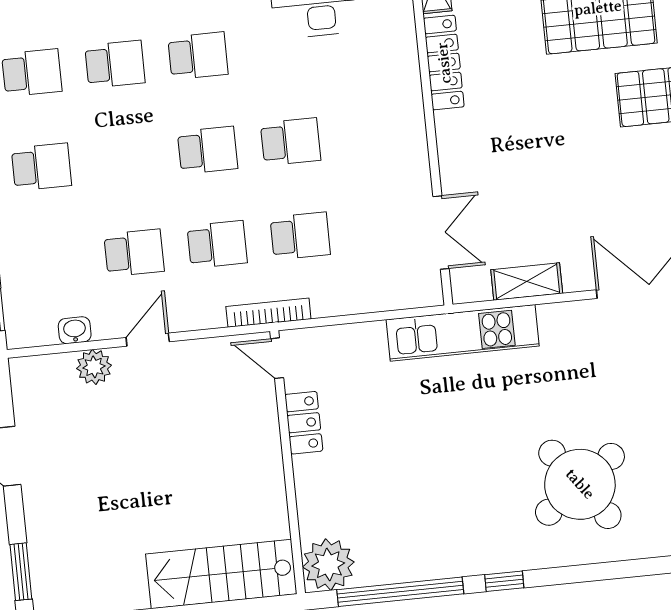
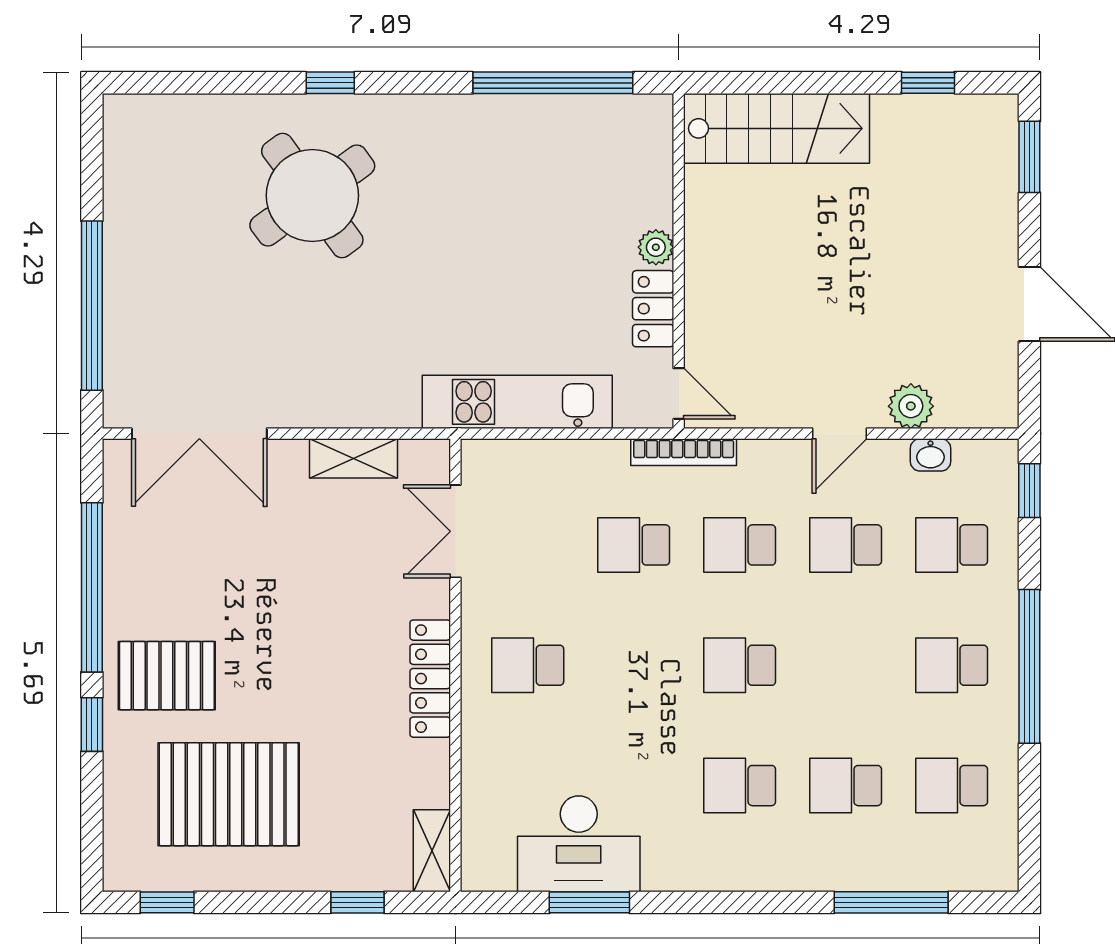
locker: (444, 63) -> (430, 679), moved
school desk: (291, 142) -> (528, 665), moved
school desk: (51, 261) -> (952, 545), added
kitchen unit: (463, 333) -> (517, 402), moved
plant: (328, 565) -> (656, 247), moved, width x0.53, depth x0.53
window: (504, 581) -> (330, 83), moved

